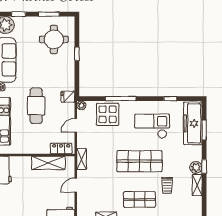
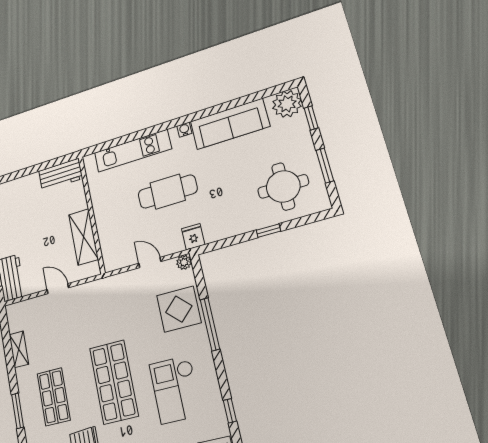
checkout: (152, 126) -> (175, 389), turned 180
locker: (61, 148) -> (109, 250), removed
shelving: (82, 159) -> (99, 287), removed

